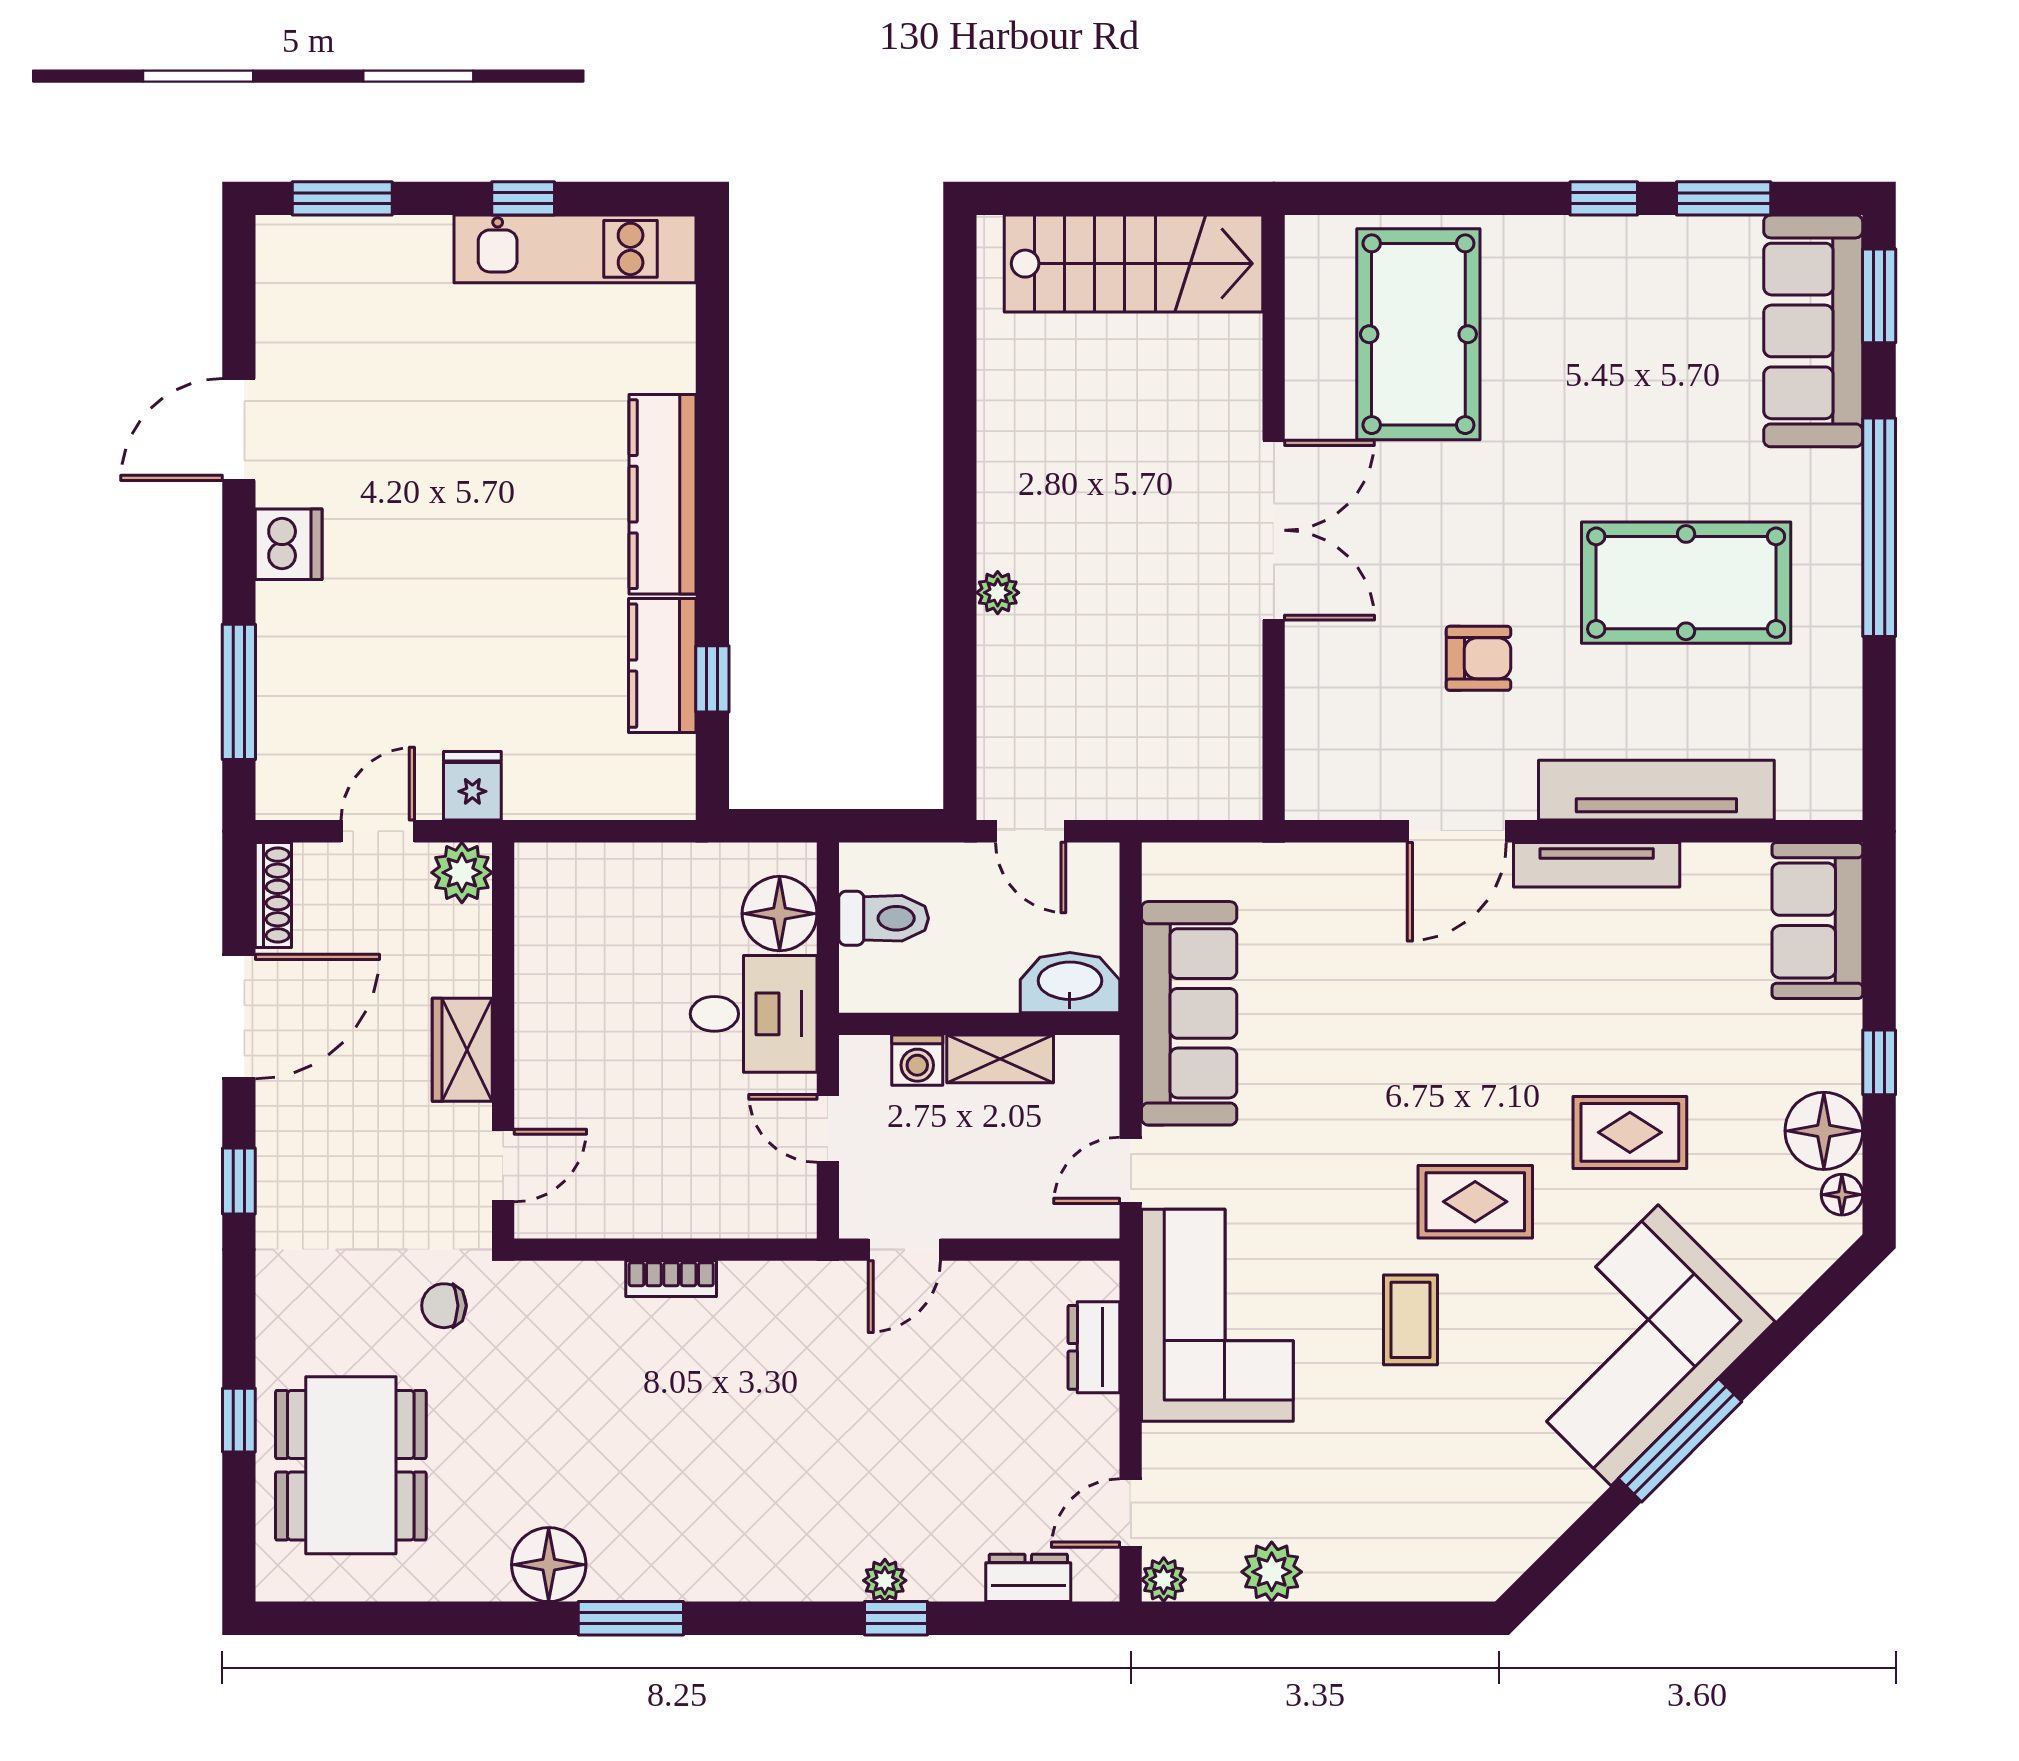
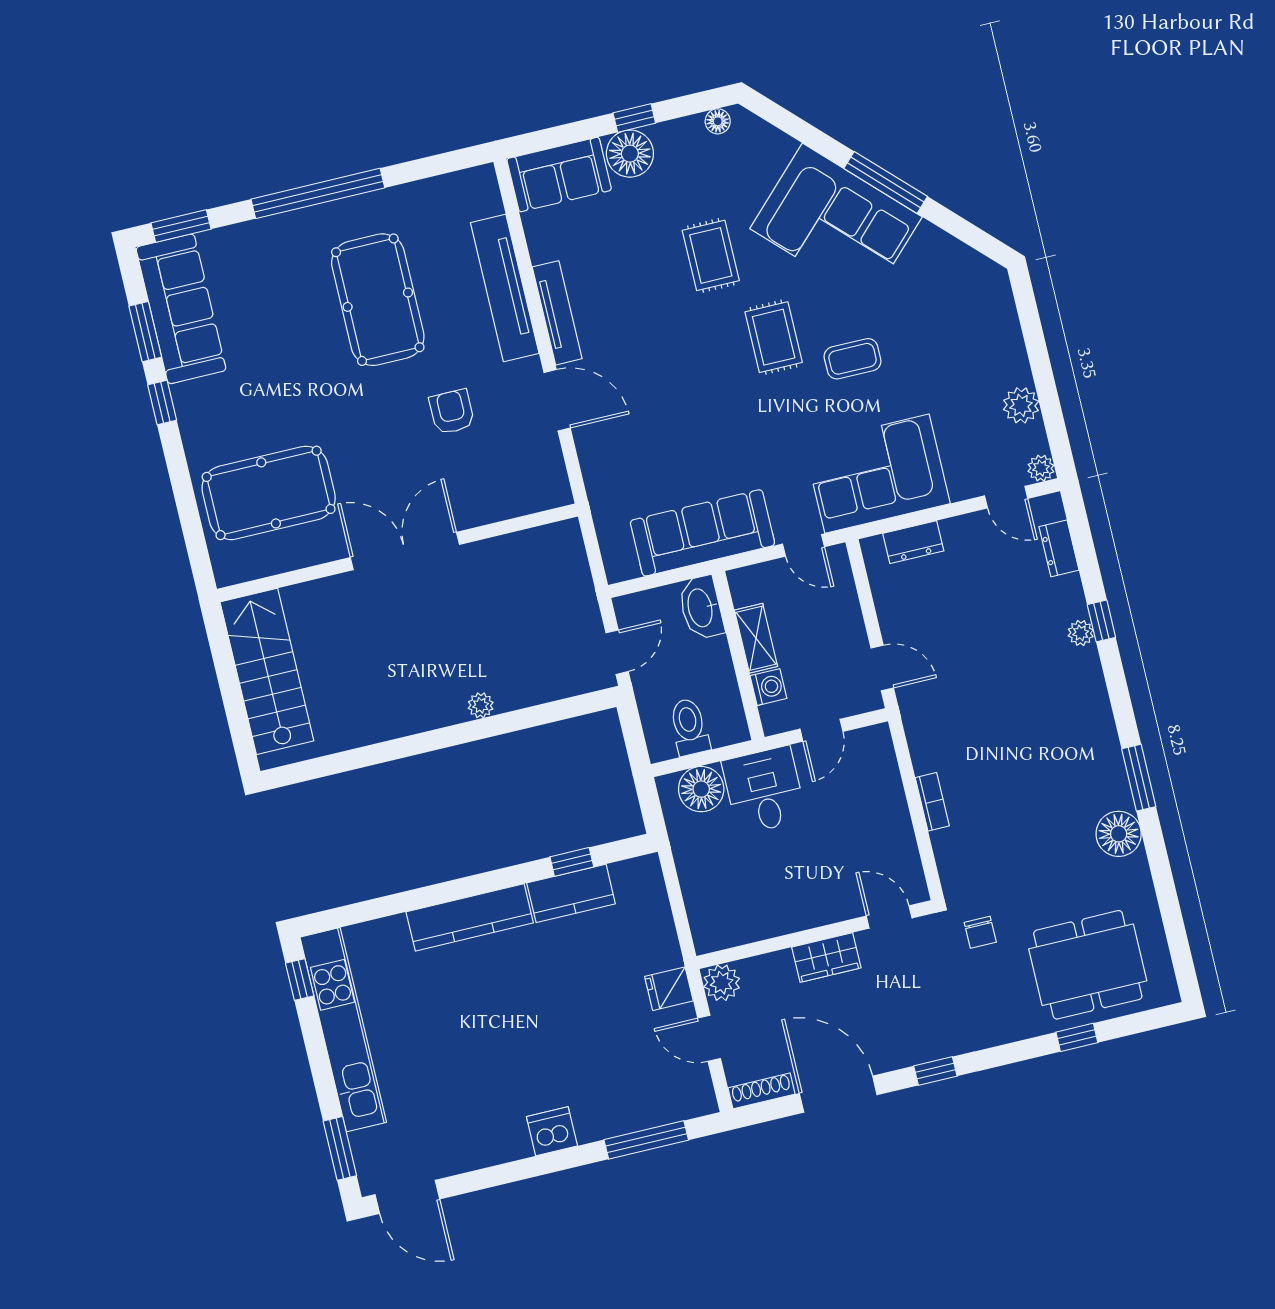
window: (523, 198) -> (300, 979), moved
kitchen unit: (575, 249) -> (343, 1030), width x1.36
sofa: (1813, 331) -> (181, 309), moved, turned -90
door: (239, 430) -> (407, 1197), moved
floor lamp: (1824, 1131) -> (630, 154), moved

